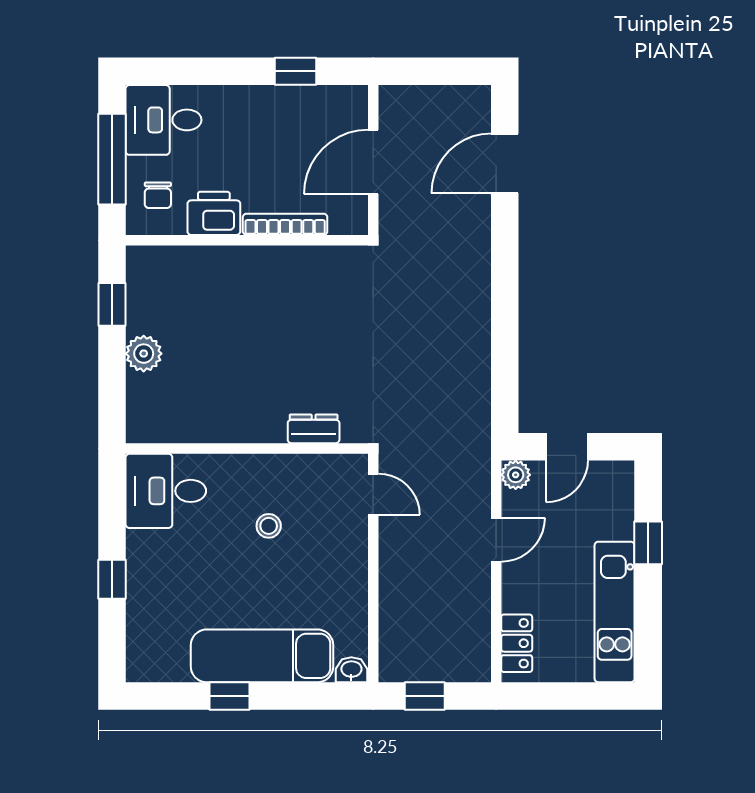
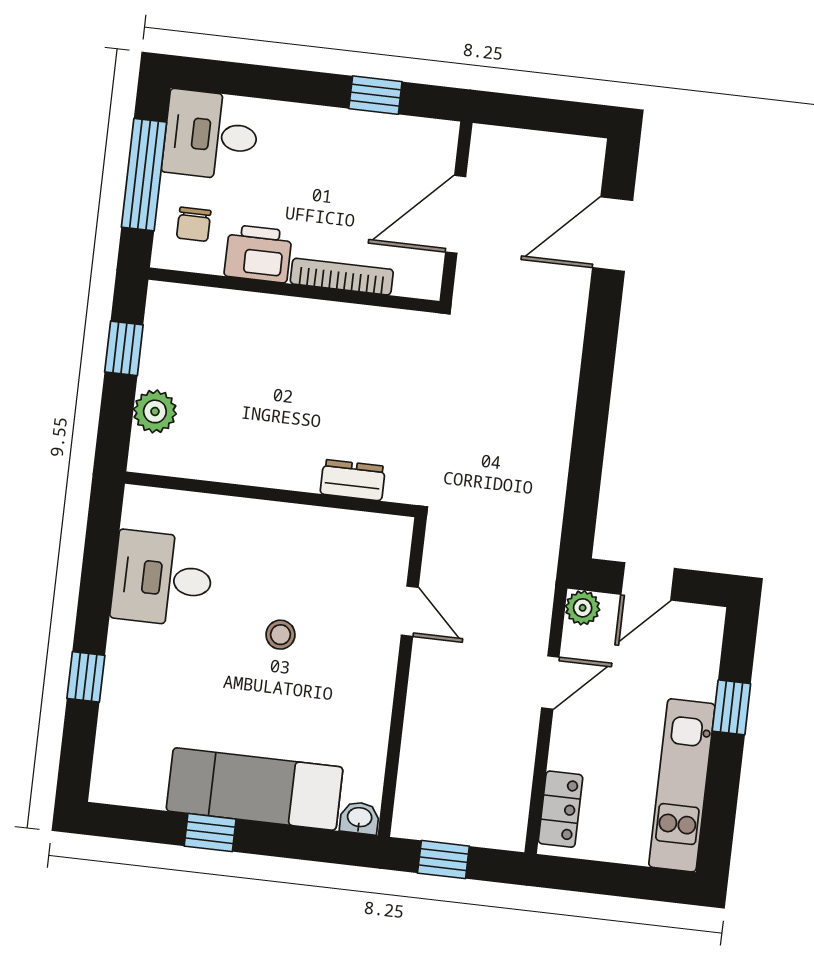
dresser: (314, 429) -> (353, 480), moved
wall: (247, 449) -> (270, 494), moved

